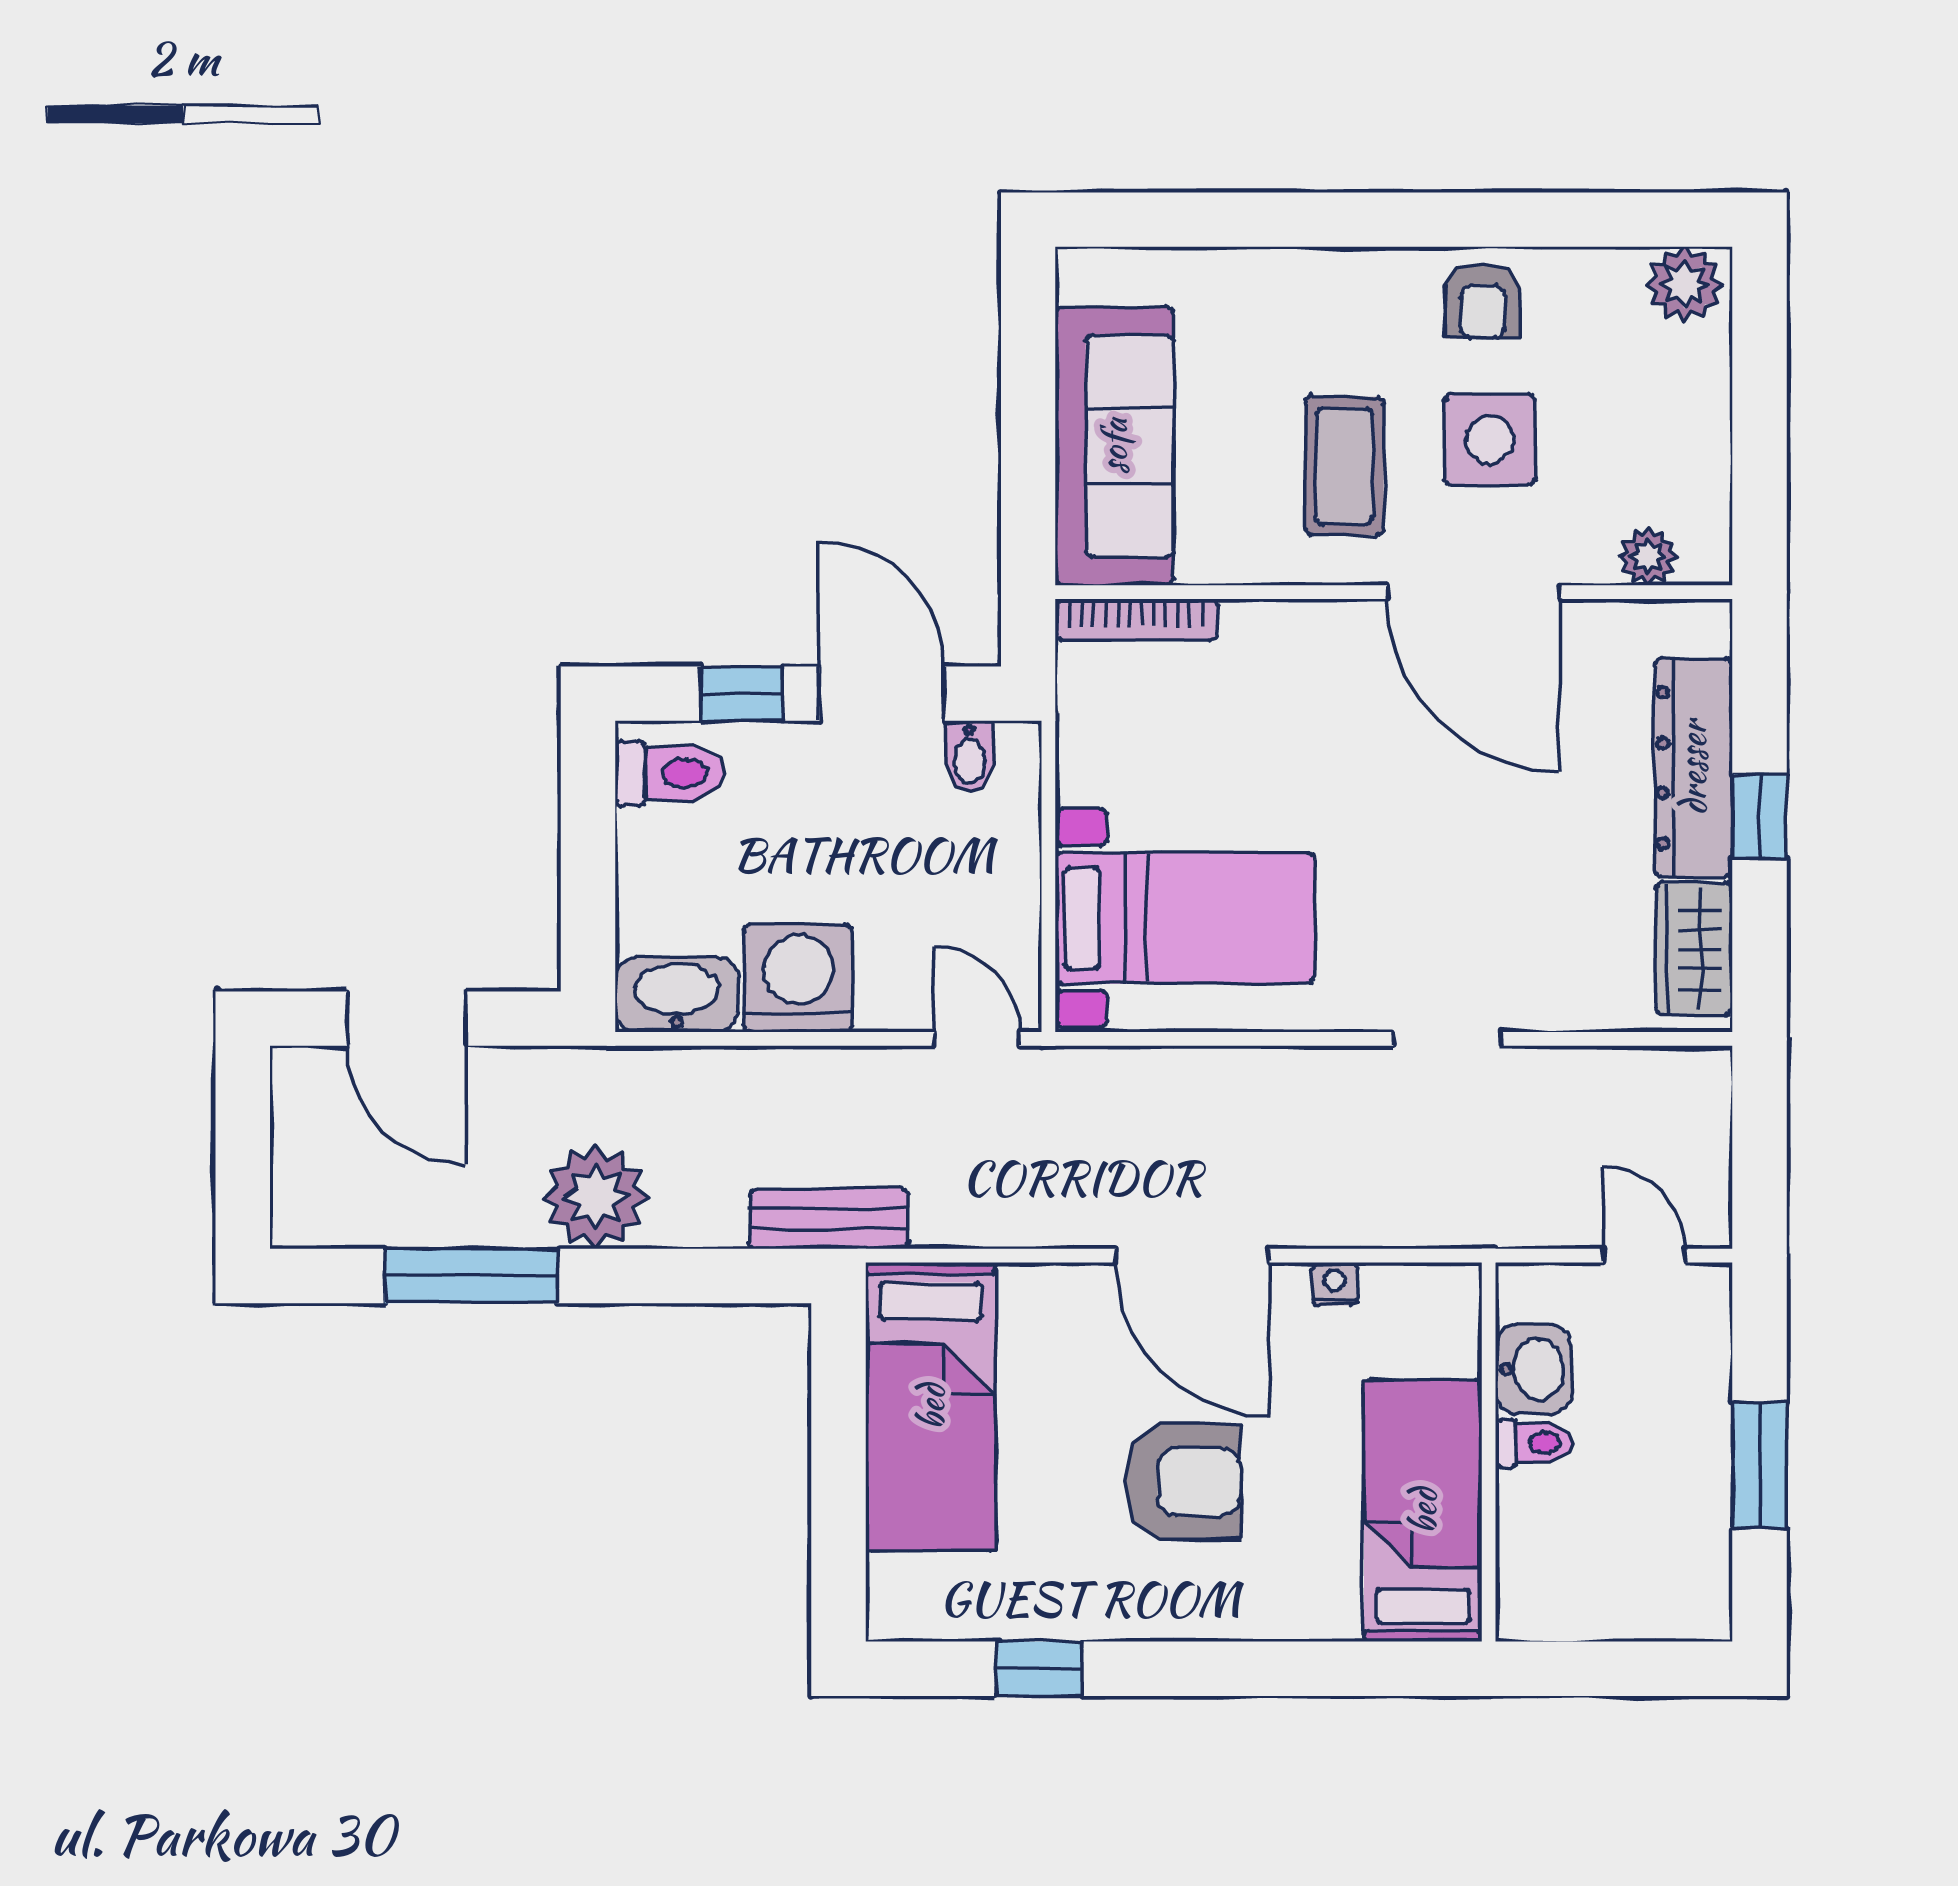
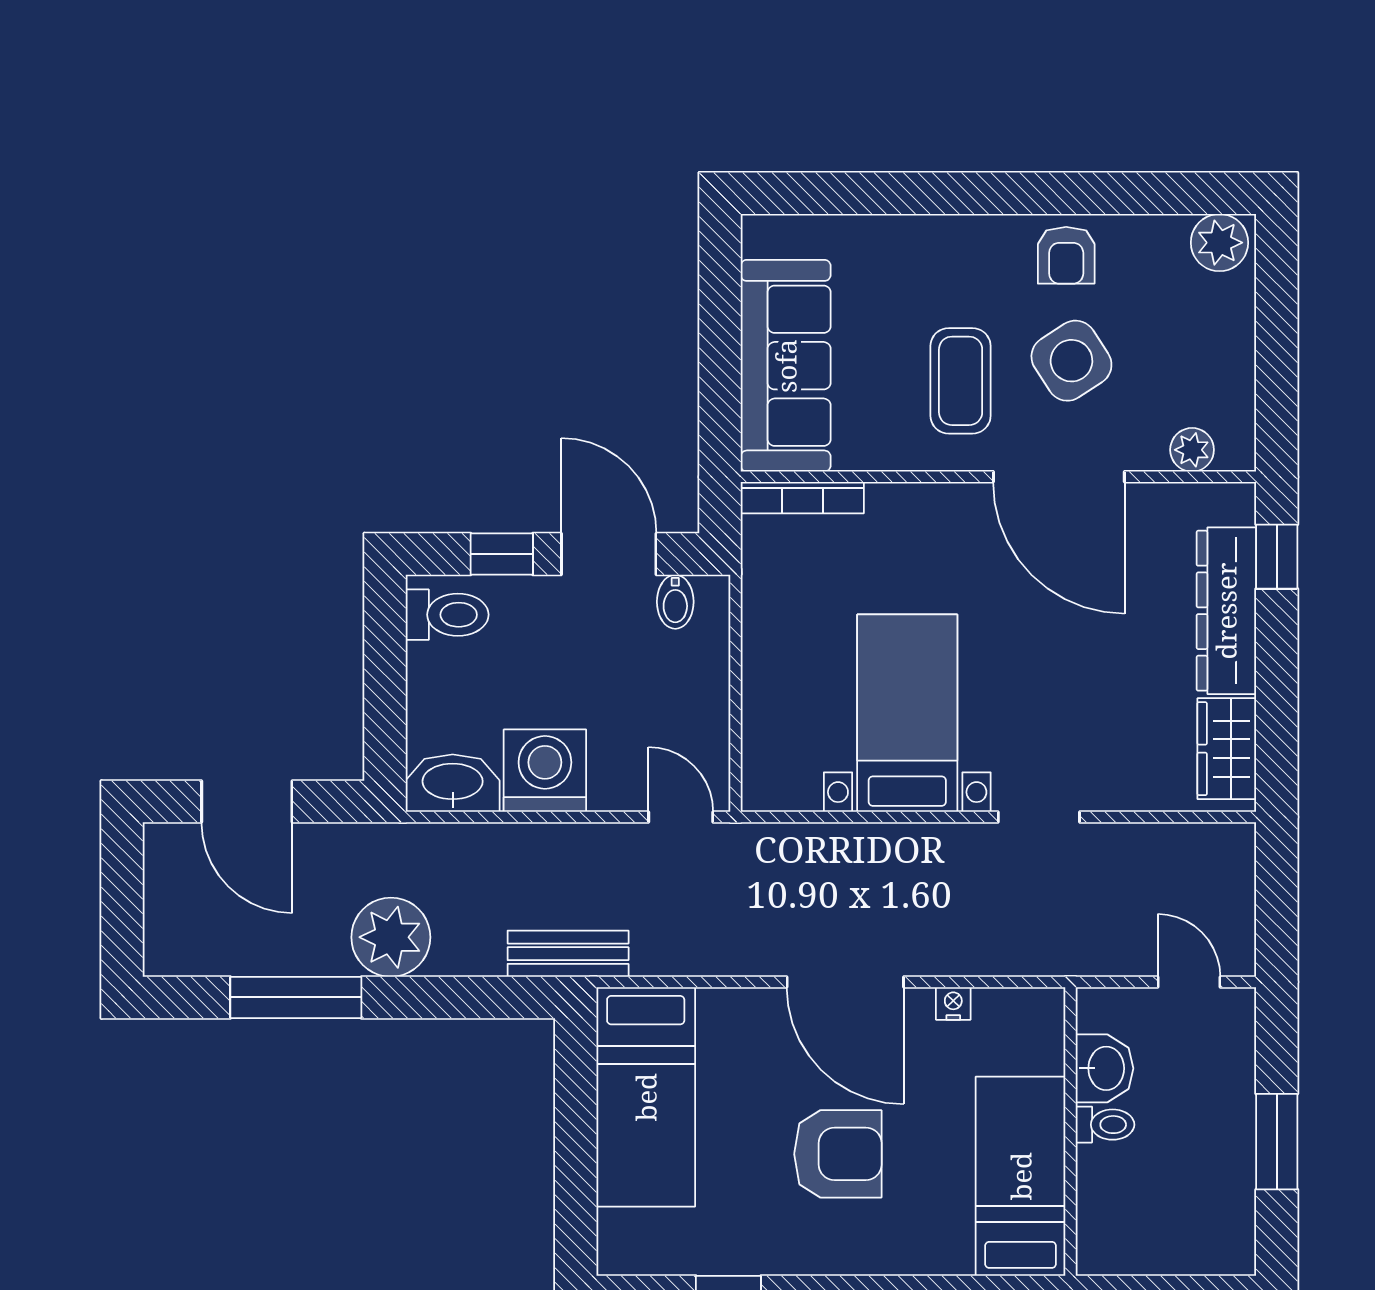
side table: (1490, 439) -> (1071, 361), turned -33
window: (1759, 816) -> (1277, 557), moved
bed with nightstands: (1185, 918) -> (907, 713), moved, turned -90

